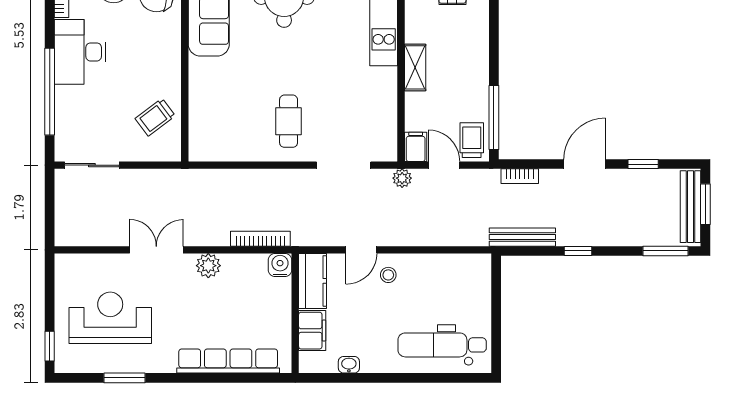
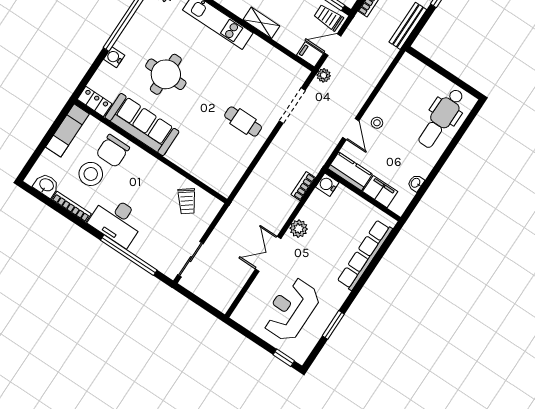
bookcase: (260, 239) -> (303, 186), width x0.64

